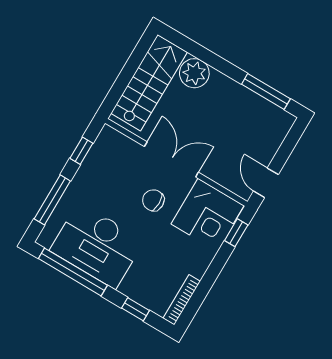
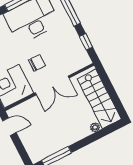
plant: (194, 73) -> (95, 127), width x0.53, depth x0.53

